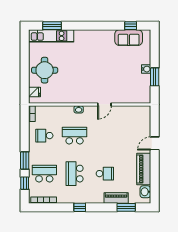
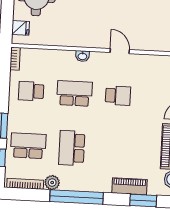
door: (104, 104) -> (120, 51), swing flipped
school desk: (105, 174) -> (118, 96), moved
plant: (62, 198) -> (52, 183), added
window: (80, 207) -> (77, 197), width x3.17

